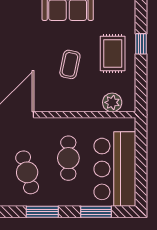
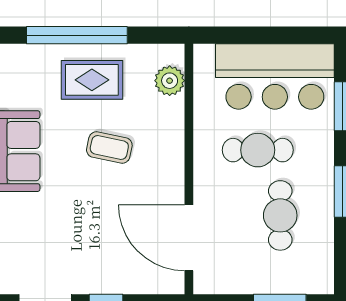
window: (141, 44) -> (77, 35), width x3.17
cafe table: (27, 172) -> (280, 215), turned -75

